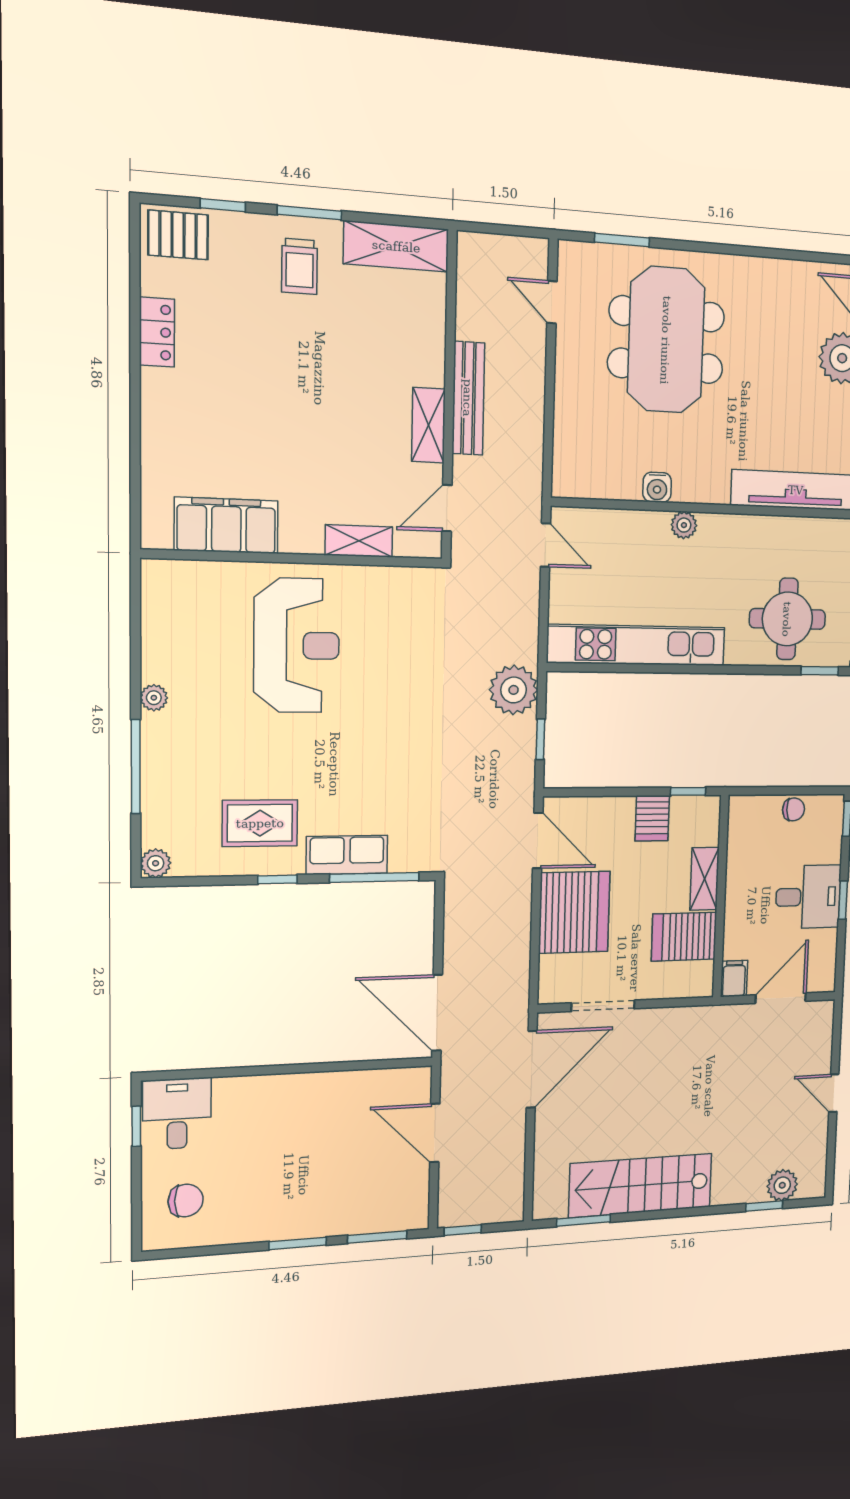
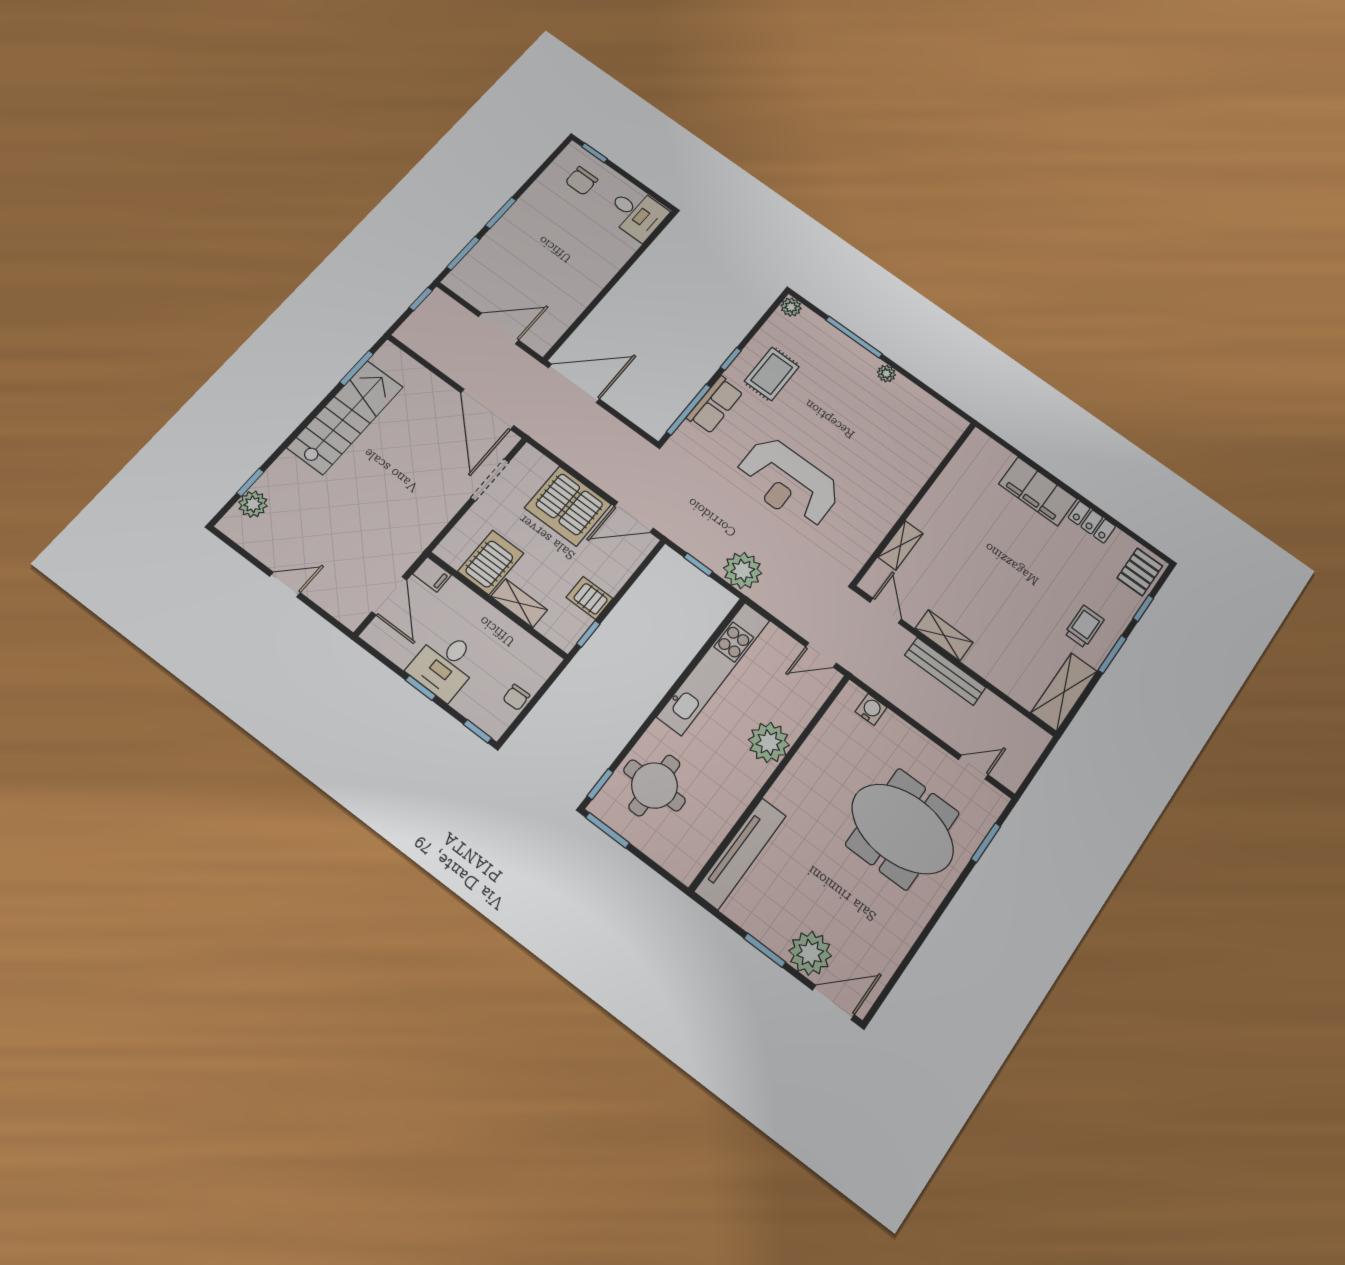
trolley: (300, 266) -> (1084, 627), turned 90
water cooler: (657, 487) -> (871, 709), moved, turned 90
filing cabinet: (226, 525) -> (1038, 491), moved, turned 90
plant: (684, 525) -> (769, 742), width x1.87, depth x1.87
reception desk: (297, 645) -> (788, 483), moved
window: (136, 1126) -> (594, 153), moved

